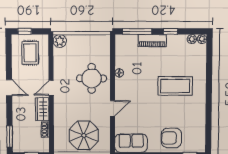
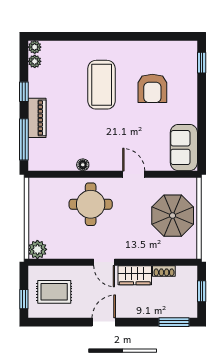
armchair: (171, 138) -> (152, 88), moved

